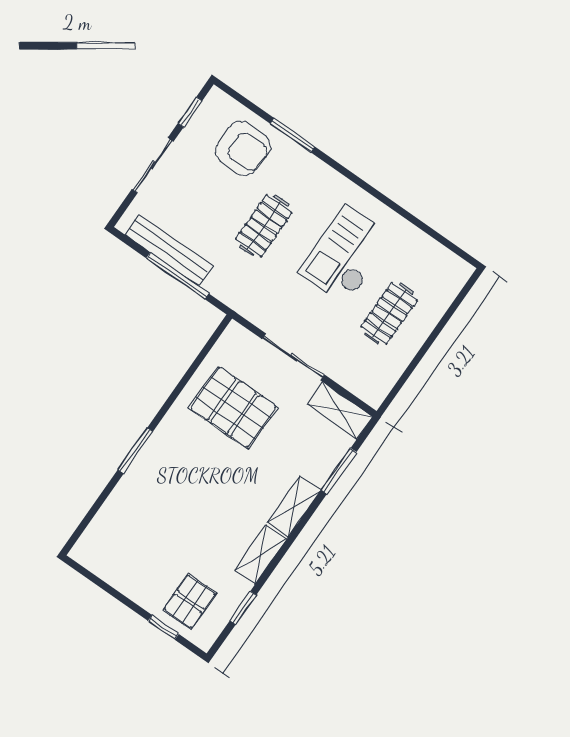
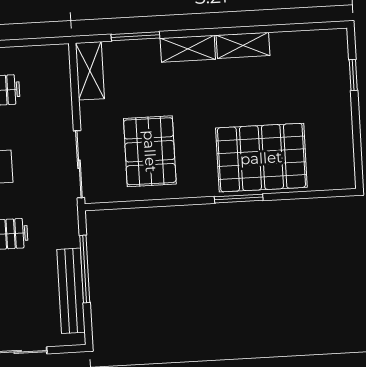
sliding door: (293, 357) -> (79, 164), moved
pallet: (190, 602) -> (261, 158), moved, width x2.05, depth x2.00
window: (243, 608) -> (292, 28), removed

